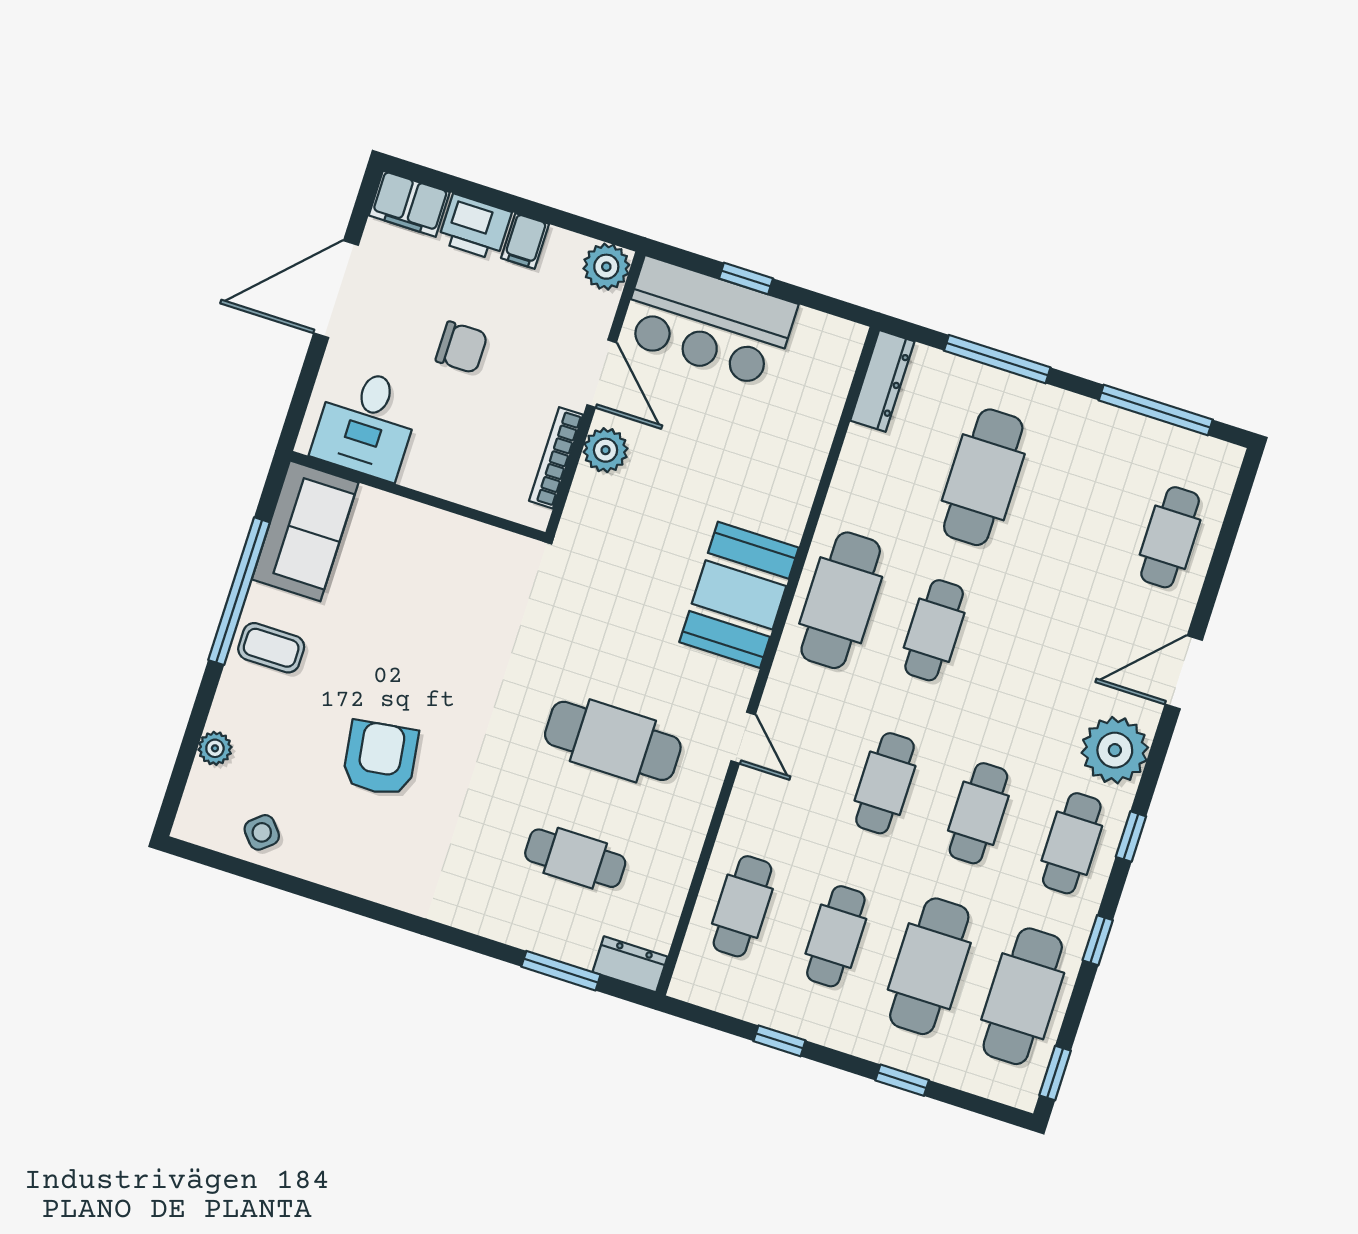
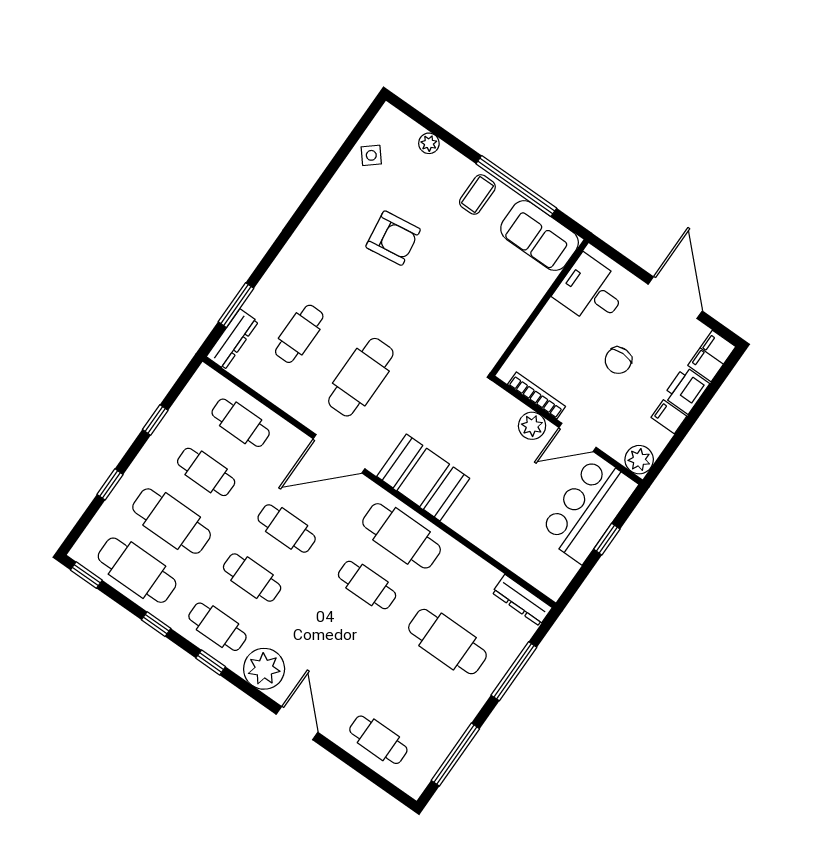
door: (743, 738) -> (339, 454), width x1.88
dresser: (630, 964) -> (232, 339), width x1.44

